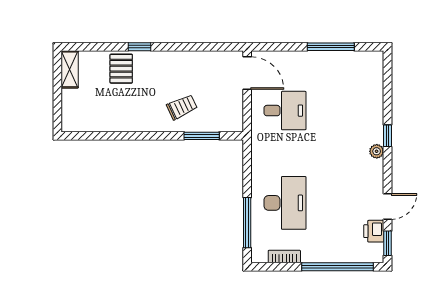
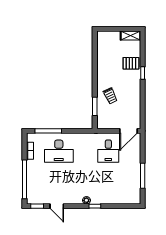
printer: (374, 231) -> (44, 199), removed

